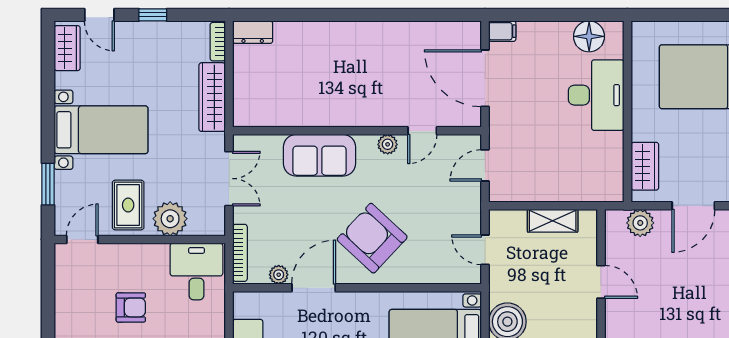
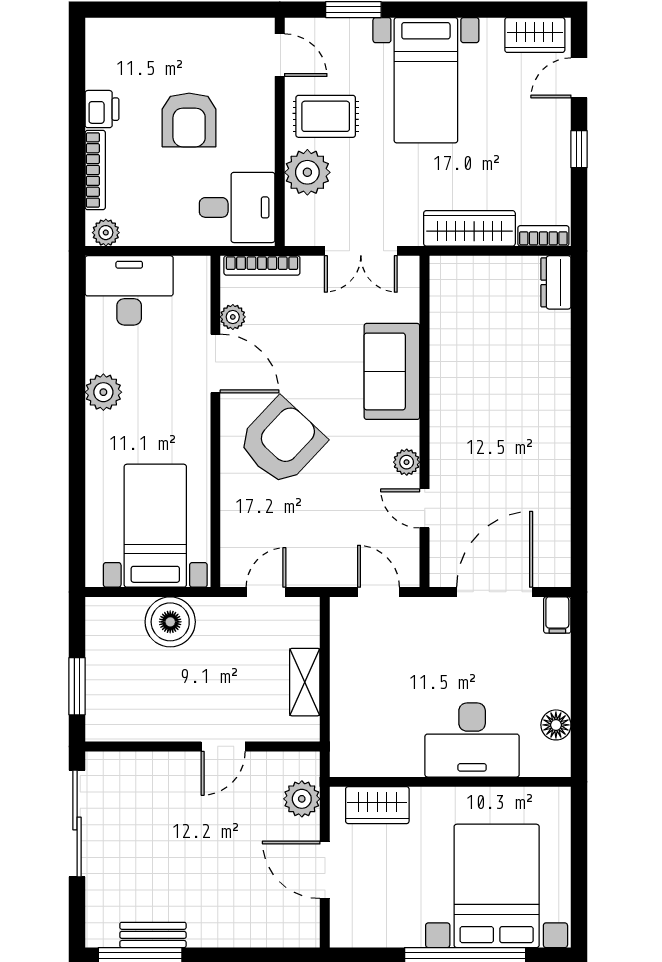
floor lamp: (589, 36) -> (556, 725), width x0.73, depth x0.73
armchair: (131, 307) -> (189, 120), width x1.38, depth x1.38

